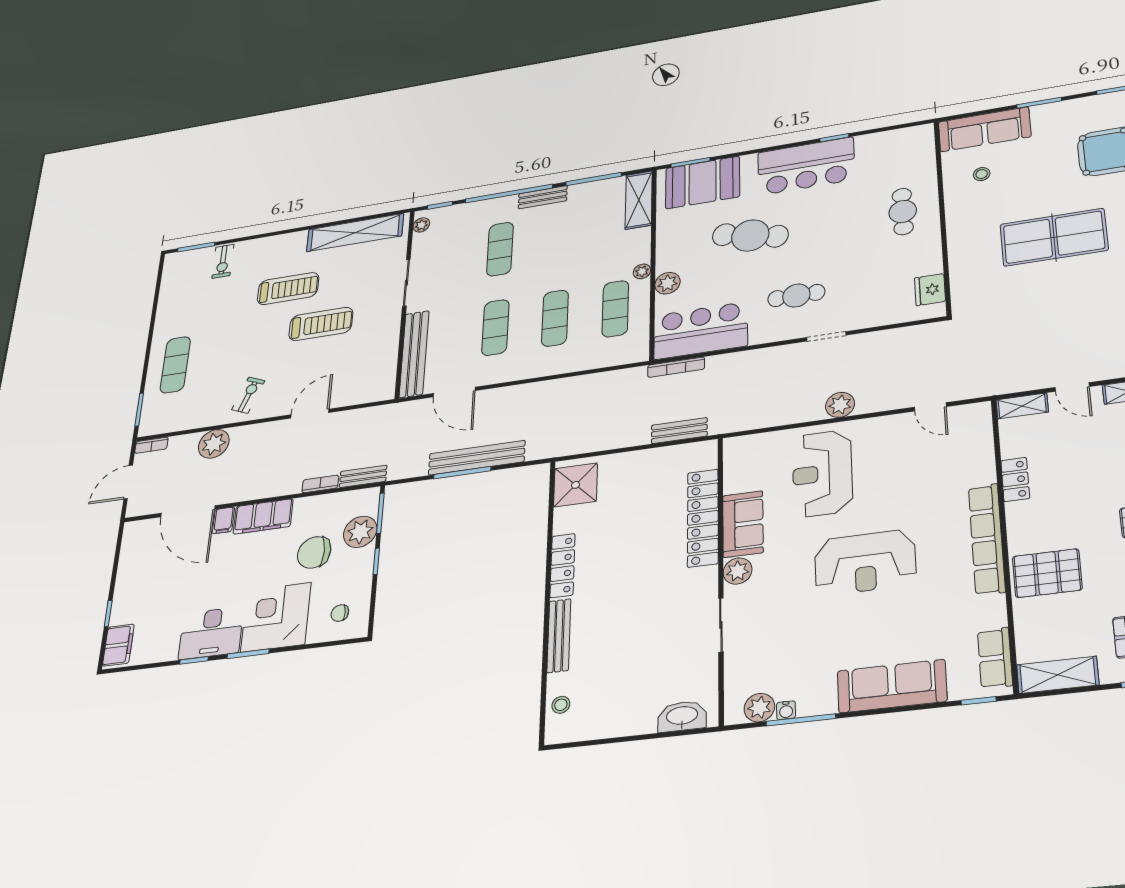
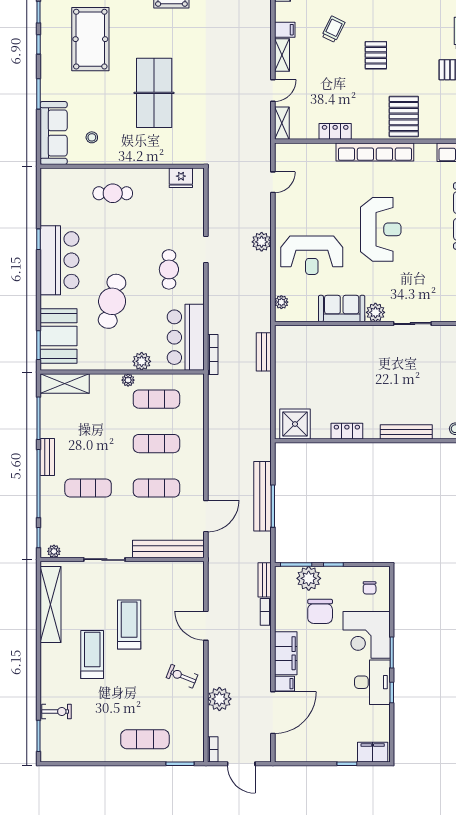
plant: (752, 443) -> (281, 302), added
locker: (703, 518) -> (333, 335), removed
locker: (563, 566) -> (347, 431), width x0.66

